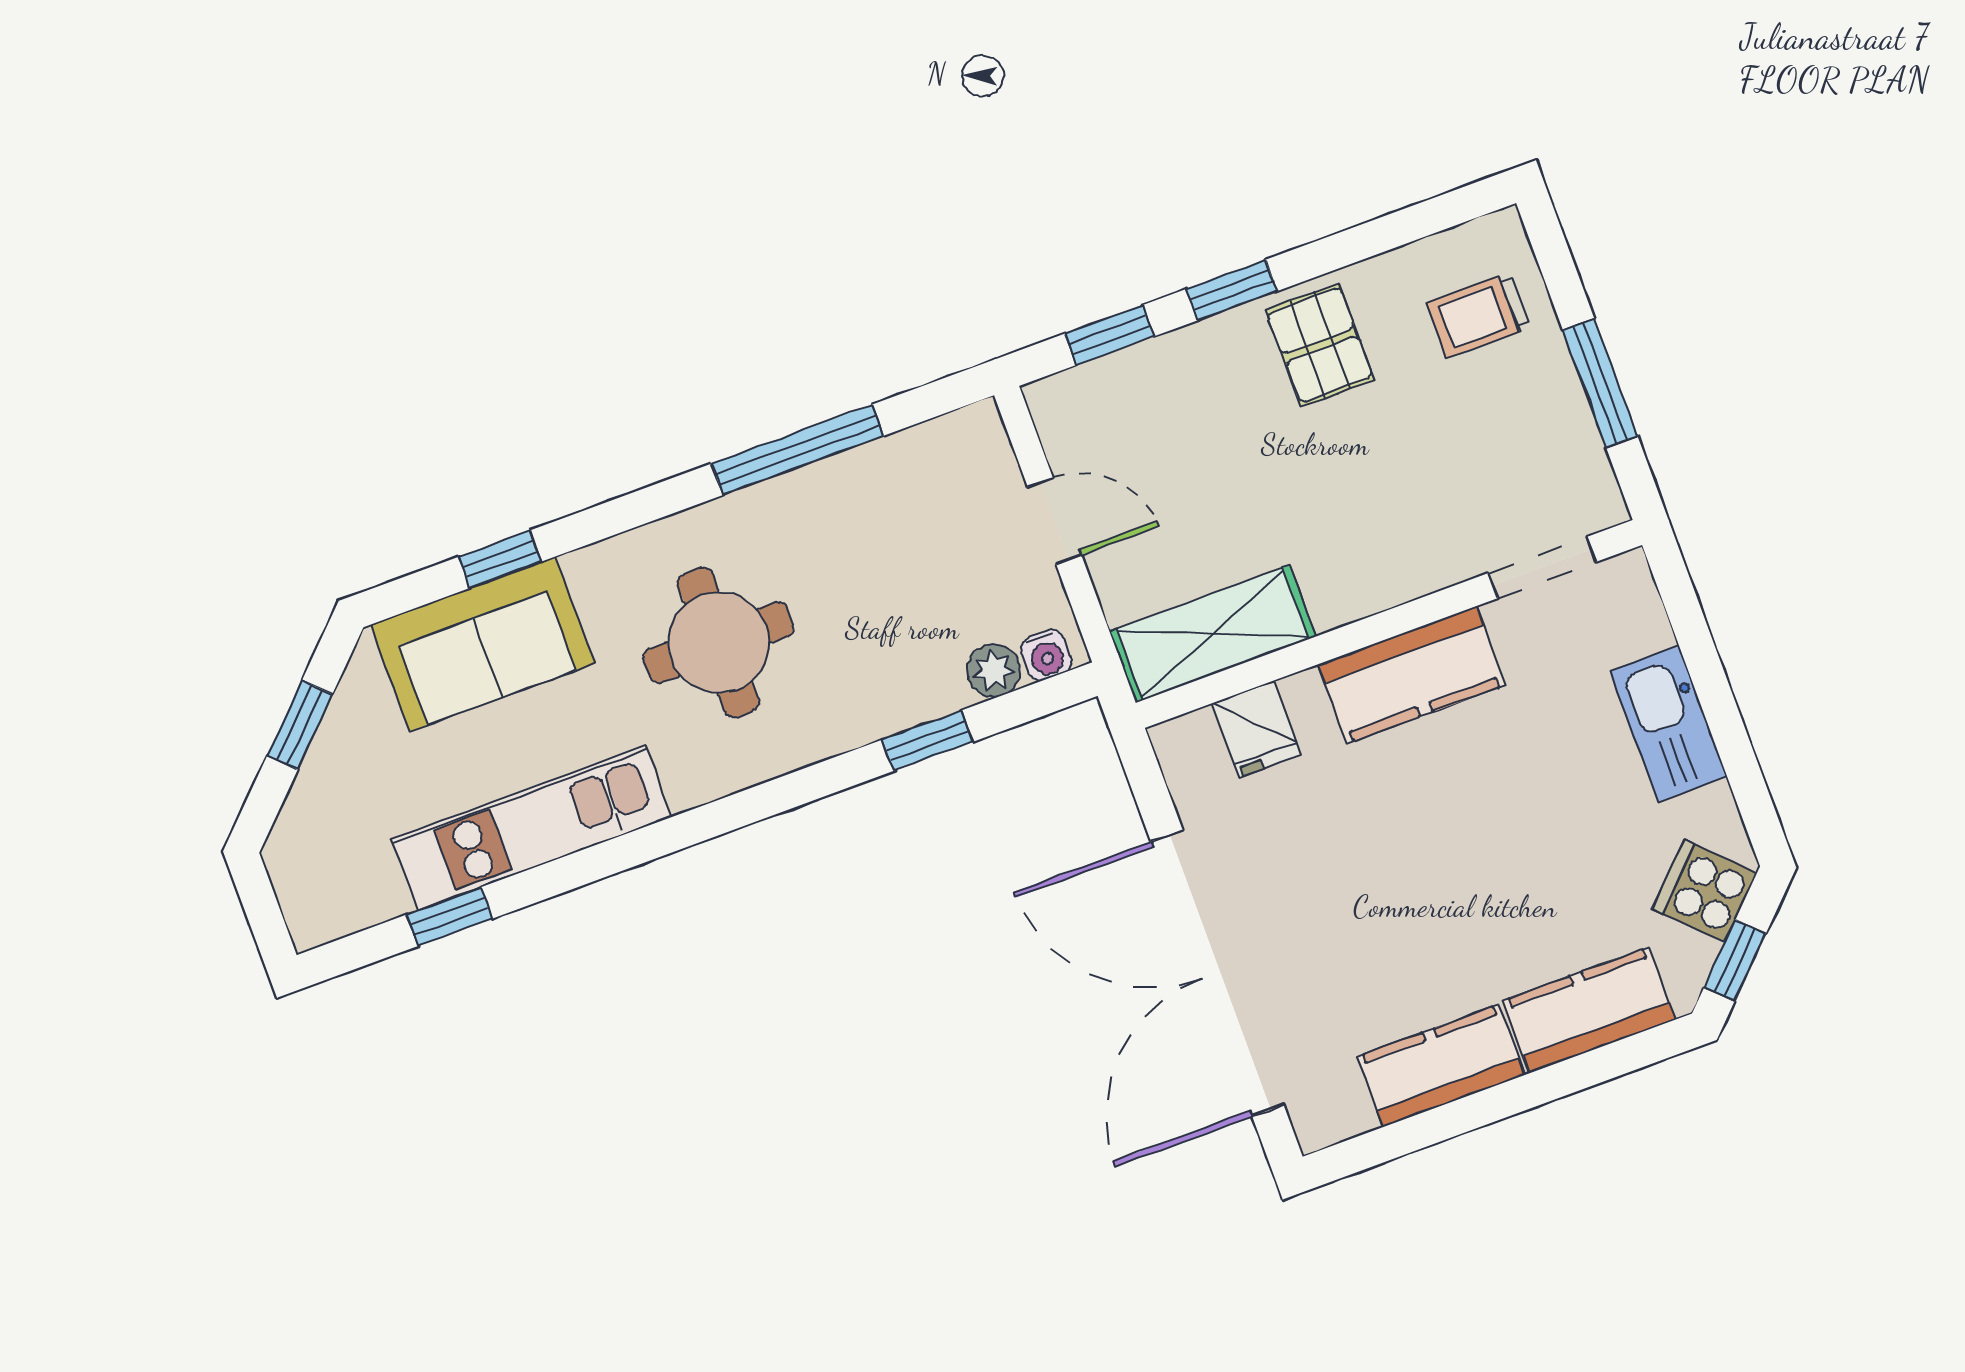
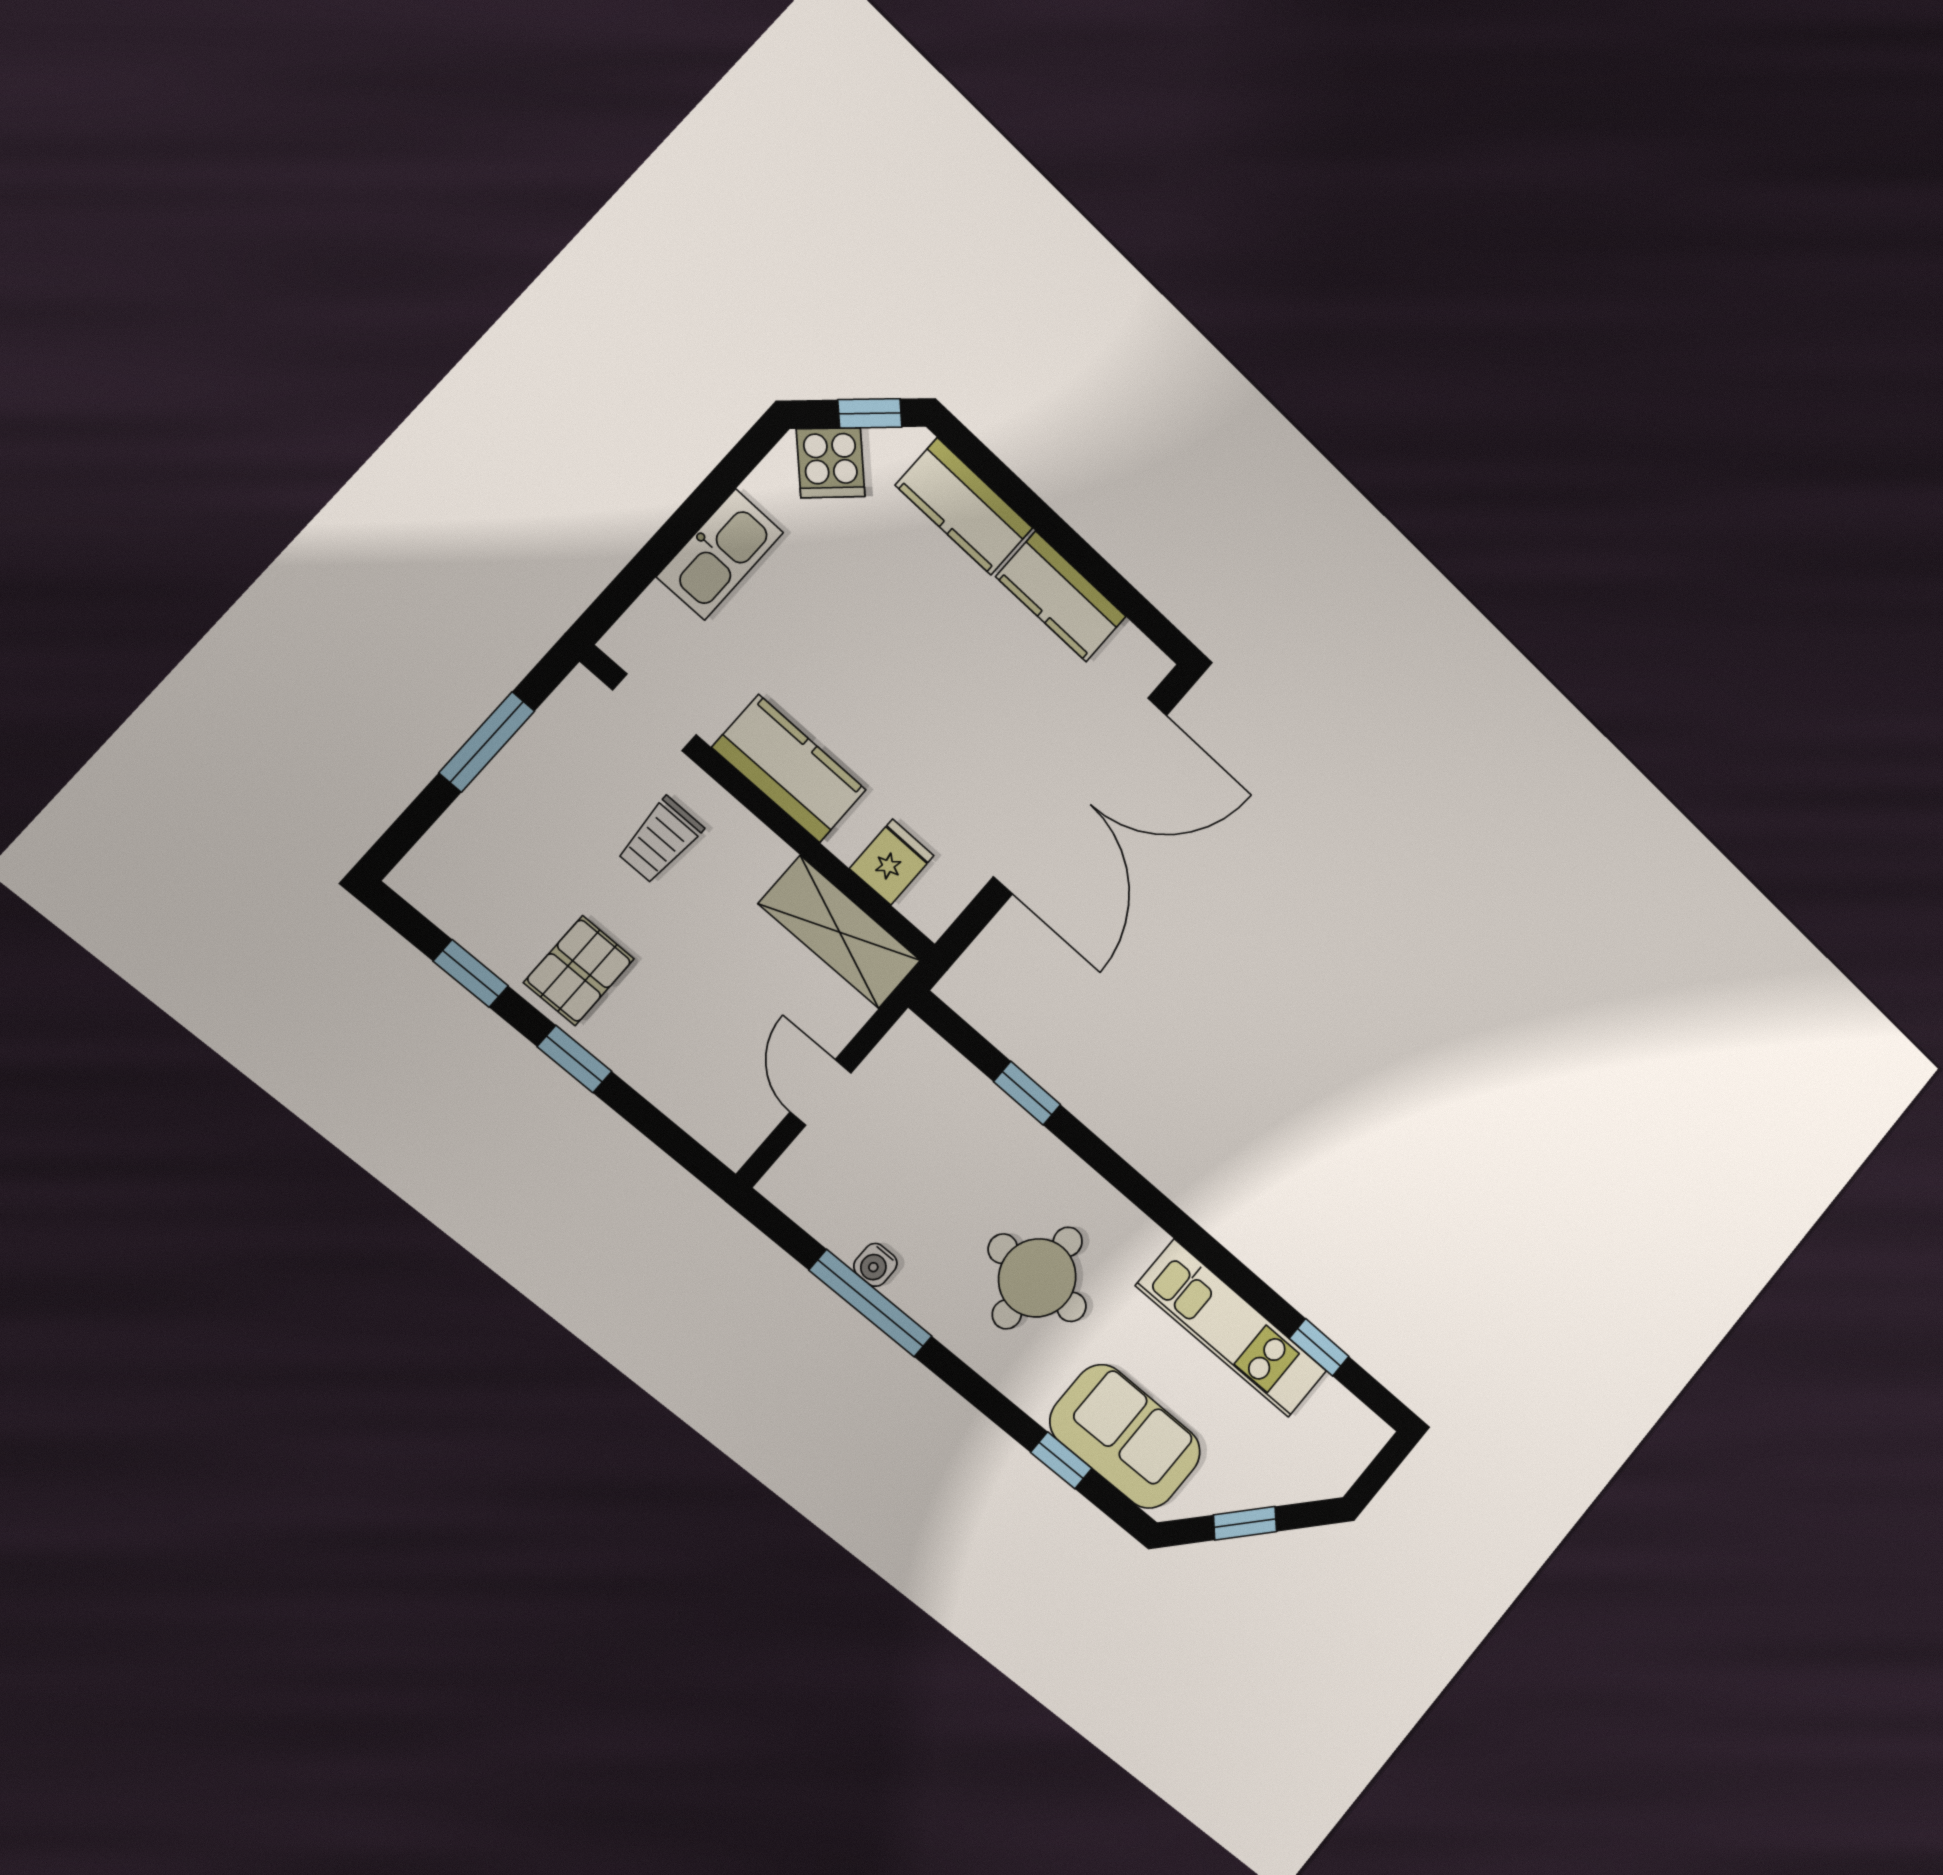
trolley: (1479, 315) -> (660, 840), moved, turned 90
window: (1109, 335) -> (471, 974), moved
water cooler: (1046, 655) -> (875, 1265), moved, turned 180
plant: (994, 670) -> (952, 1075), removed

